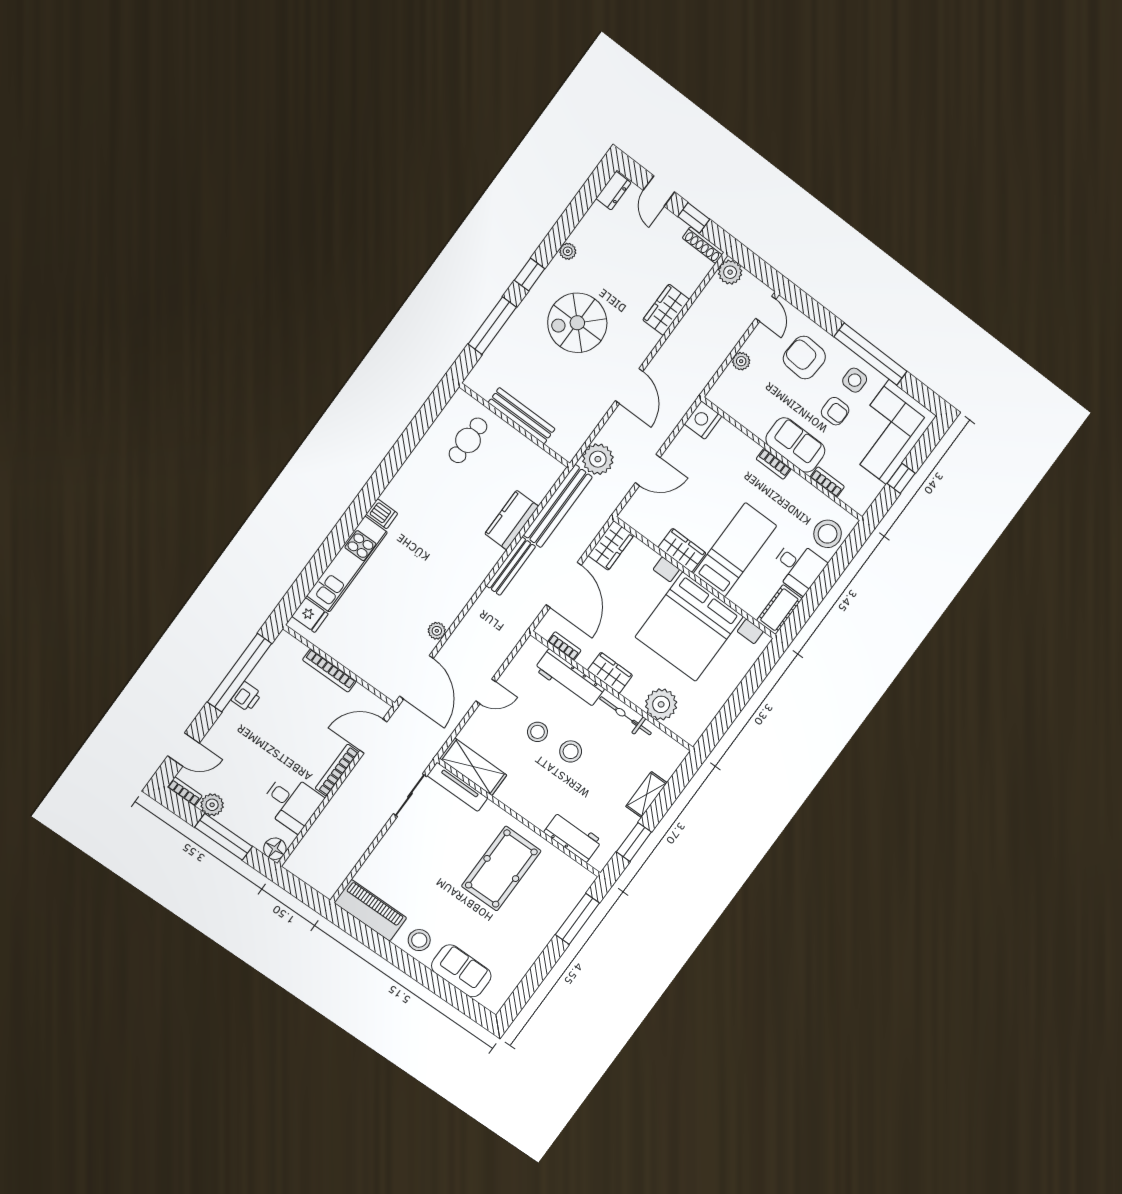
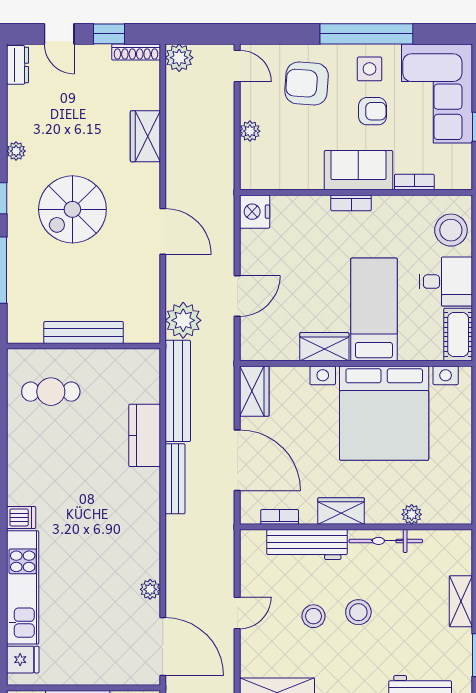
cafe table: (468, 440) -> (51, 392), turned 90
plant: (661, 704) -> (412, 514), width x0.53, depth x0.53

